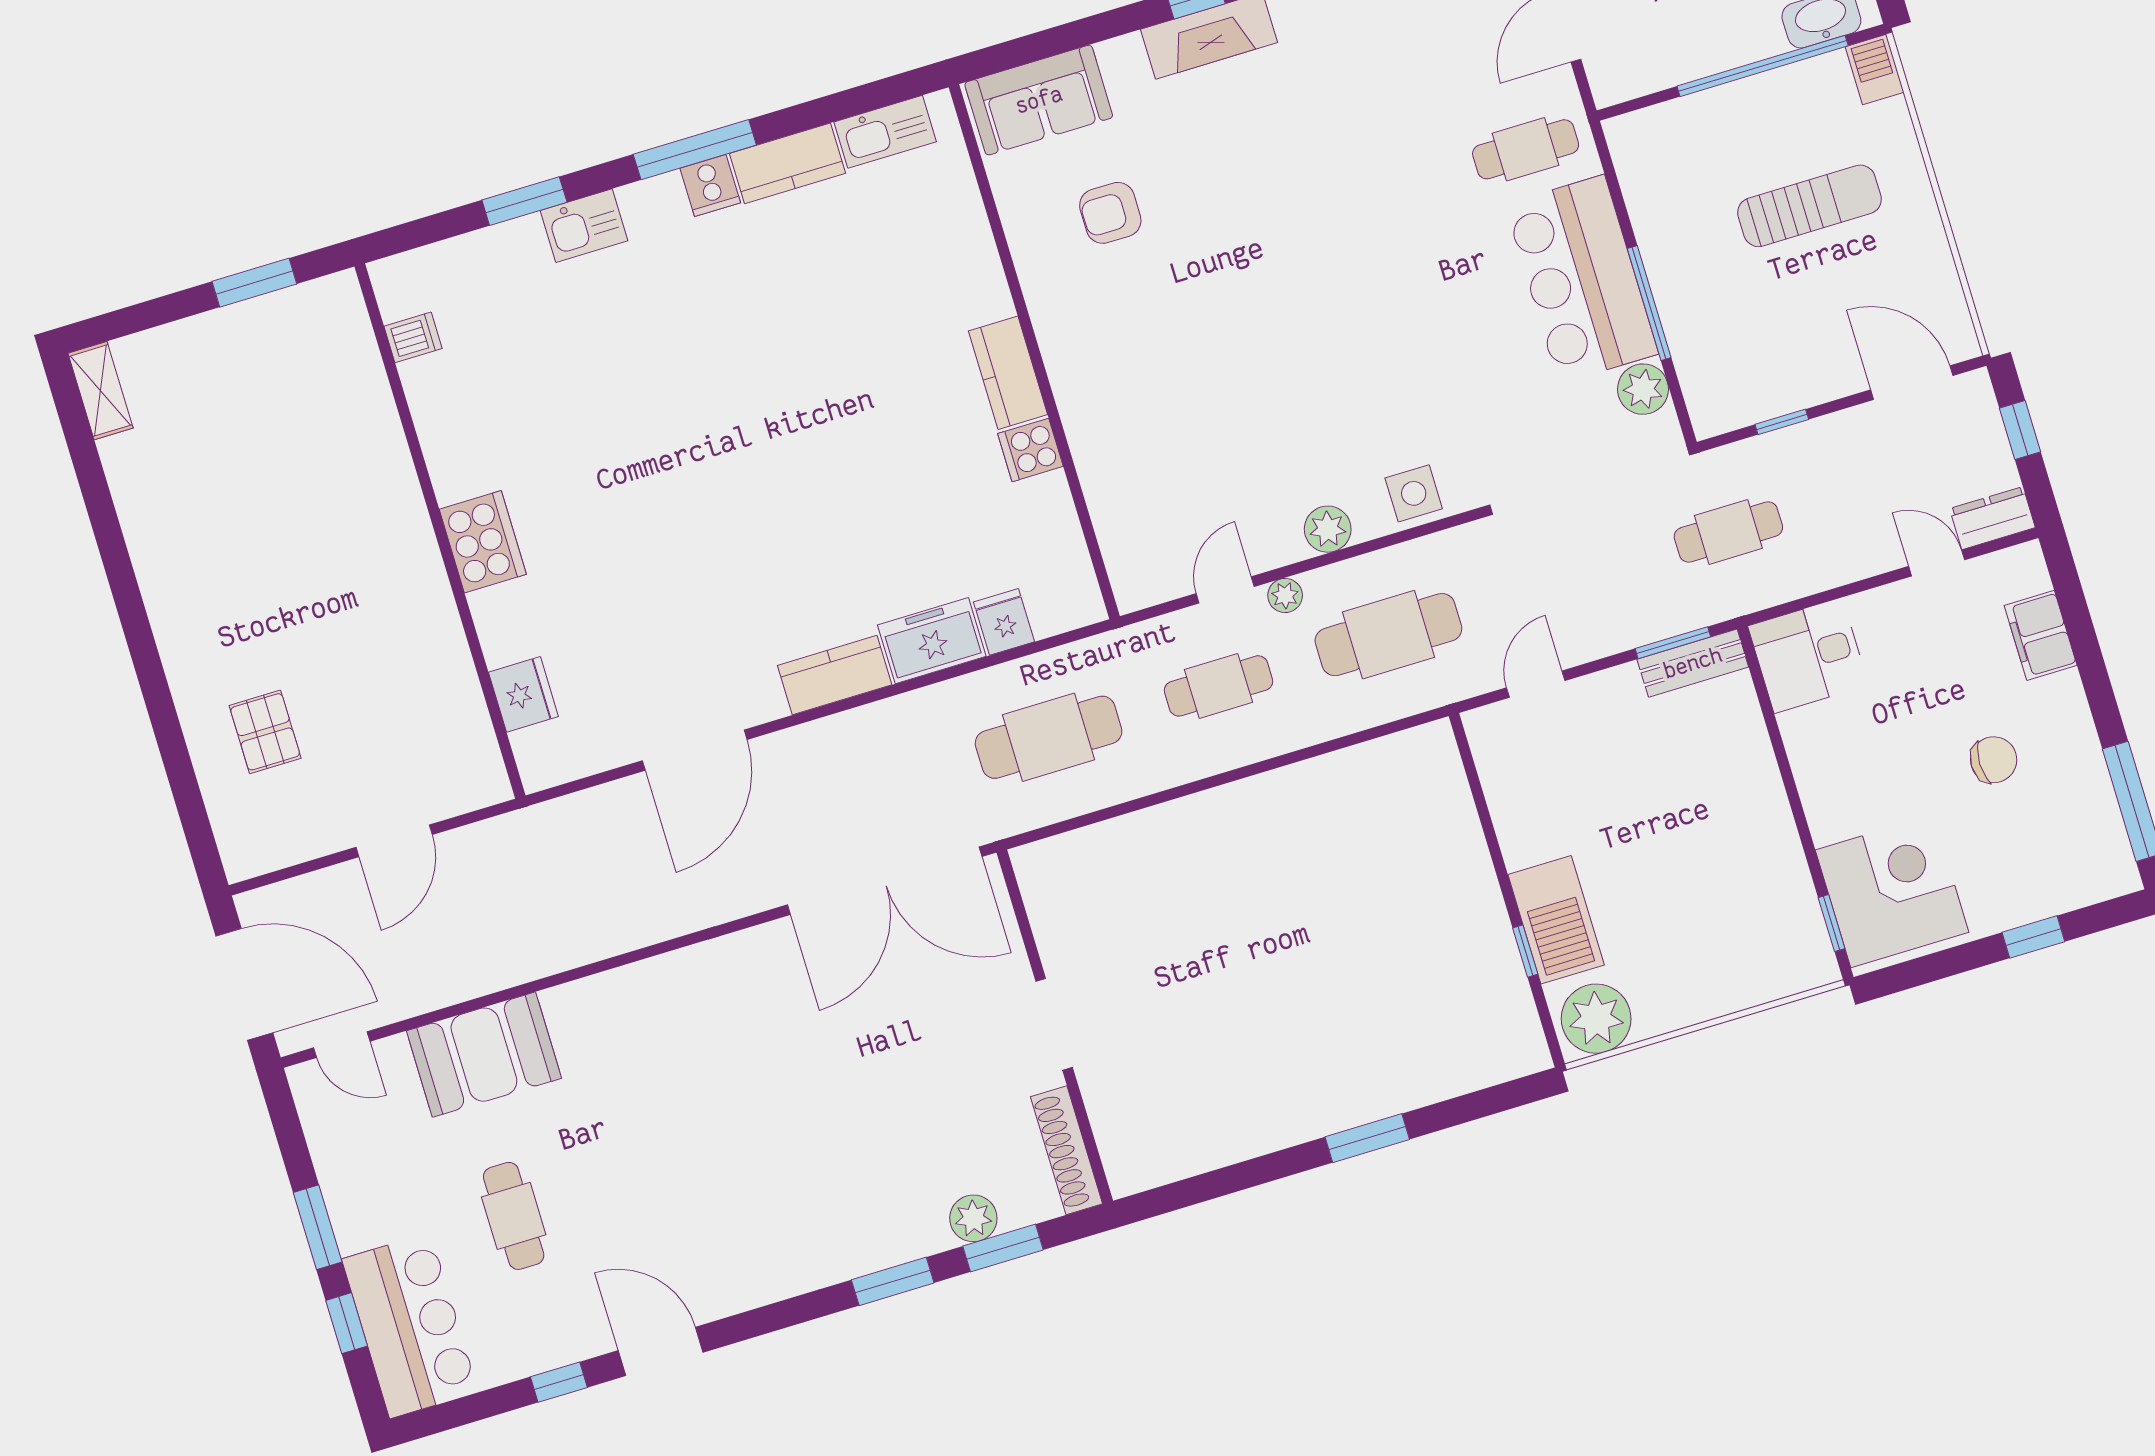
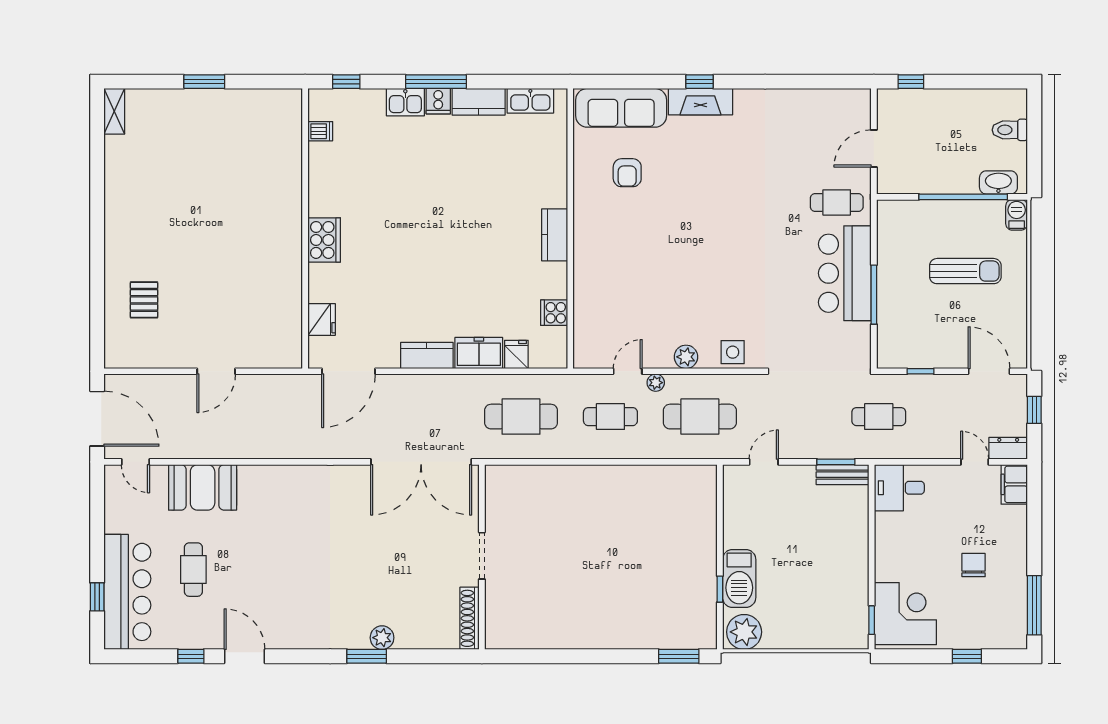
sofa: (1039, 100) -> (621, 108), width x1.36
window: (524, 201) -> (346, 82), width x0.67
armchair: (1110, 213) -> (627, 173), turned -90
kitchen sink: (584, 226) -> (405, 102), moved
dishwasher: (413, 337) -> (320, 131), moved
plant: (1643, 389) -> (858, 335), removed
cooker: (1030, 450) -> (554, 313), moved
wall: (440, 531) -> (305, 229), moved
cooker: (483, 542) -> (324, 240), moved
filing cabinet: (2041, 635) -> (1014, 484), moved
fridge: (523, 694) -> (322, 319), moved
chair: (1994, 760) -> (974, 565), turned -90
door: (394, 841) -> (216, 371), moved
window: (1367, 1138) -> (679, 656), moved
plant: (973, 1218) -> (382, 638), moved
window: (318, 1227) -> (97, 546), removed
window: (1003, 1248) -> (425, 656), removed
bar counter: (410, 1326) -> (127, 592), width x1.36

